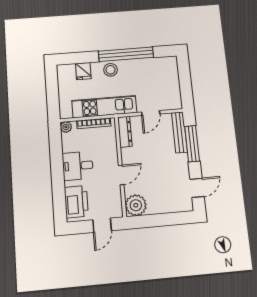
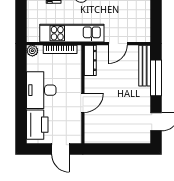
desk: (78, 166) -> (41, 90), width x1.37
plant: (136, 205) -> (95, 133), removed
door: (102, 225) -> (60, 149), hinge flipped

